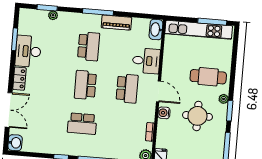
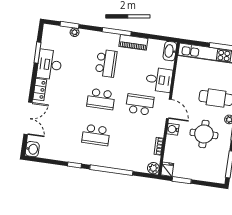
school desk: (85, 85) -> (101, 99), turned -90
school desk: (127, 89) -> (140, 105), turned -90

